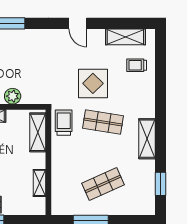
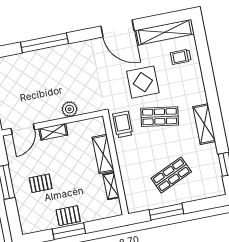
door: (78, 23) -> (117, 28), width x1.87
shelving: (125, 37) -> (165, 32), width x1.47
shelving: (38, 132) -> (103, 154), moved

